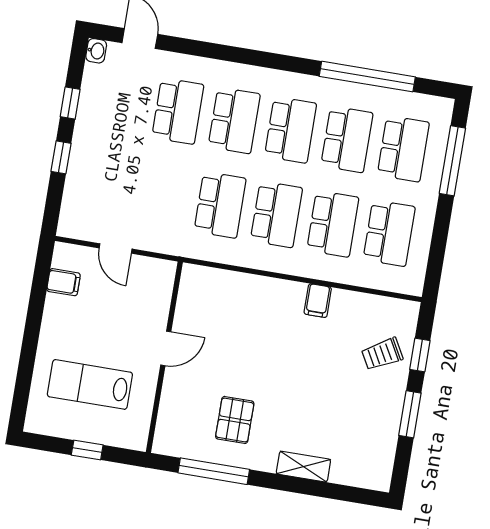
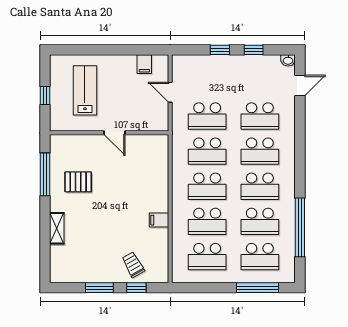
school desk: (164, 196) -> (207, 116), added
door: (116, 248) -> (170, 92), hinge flipped

